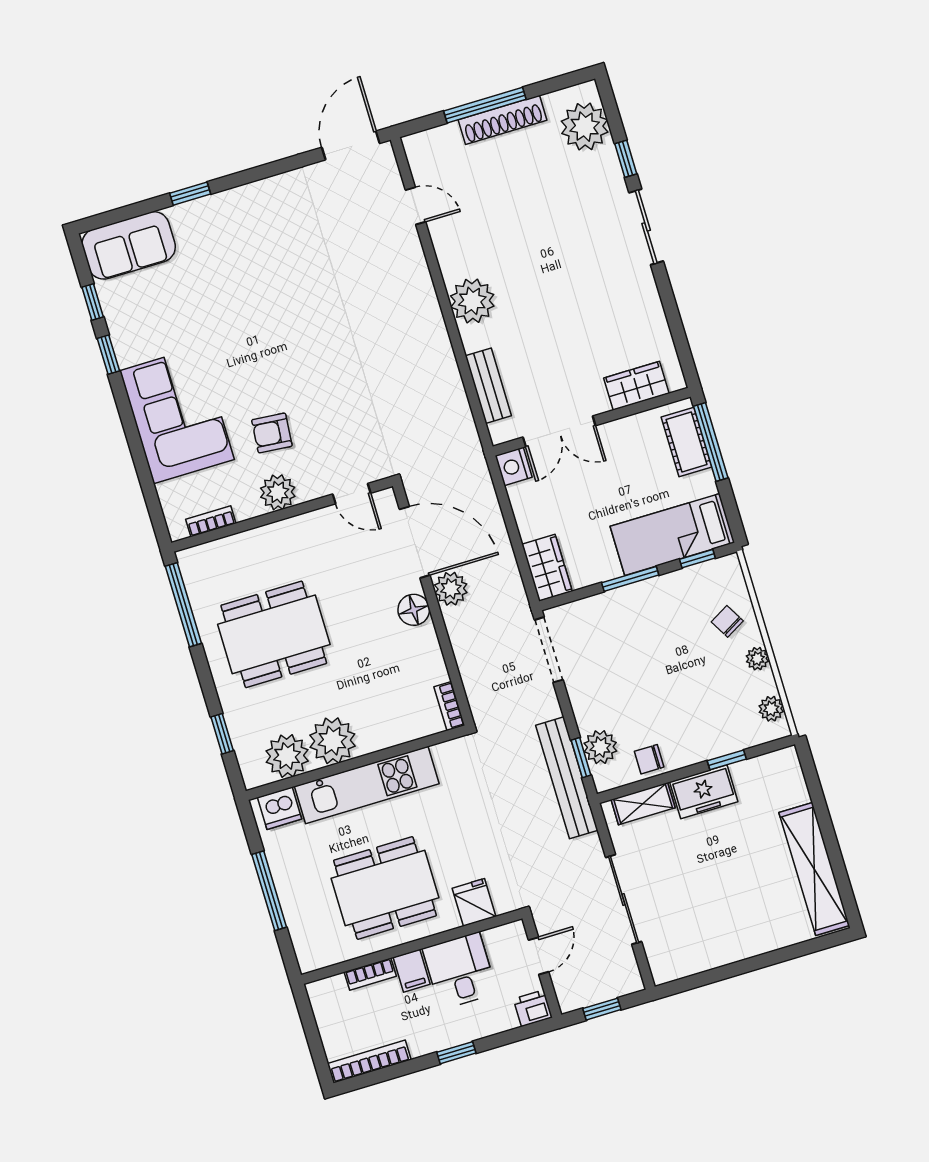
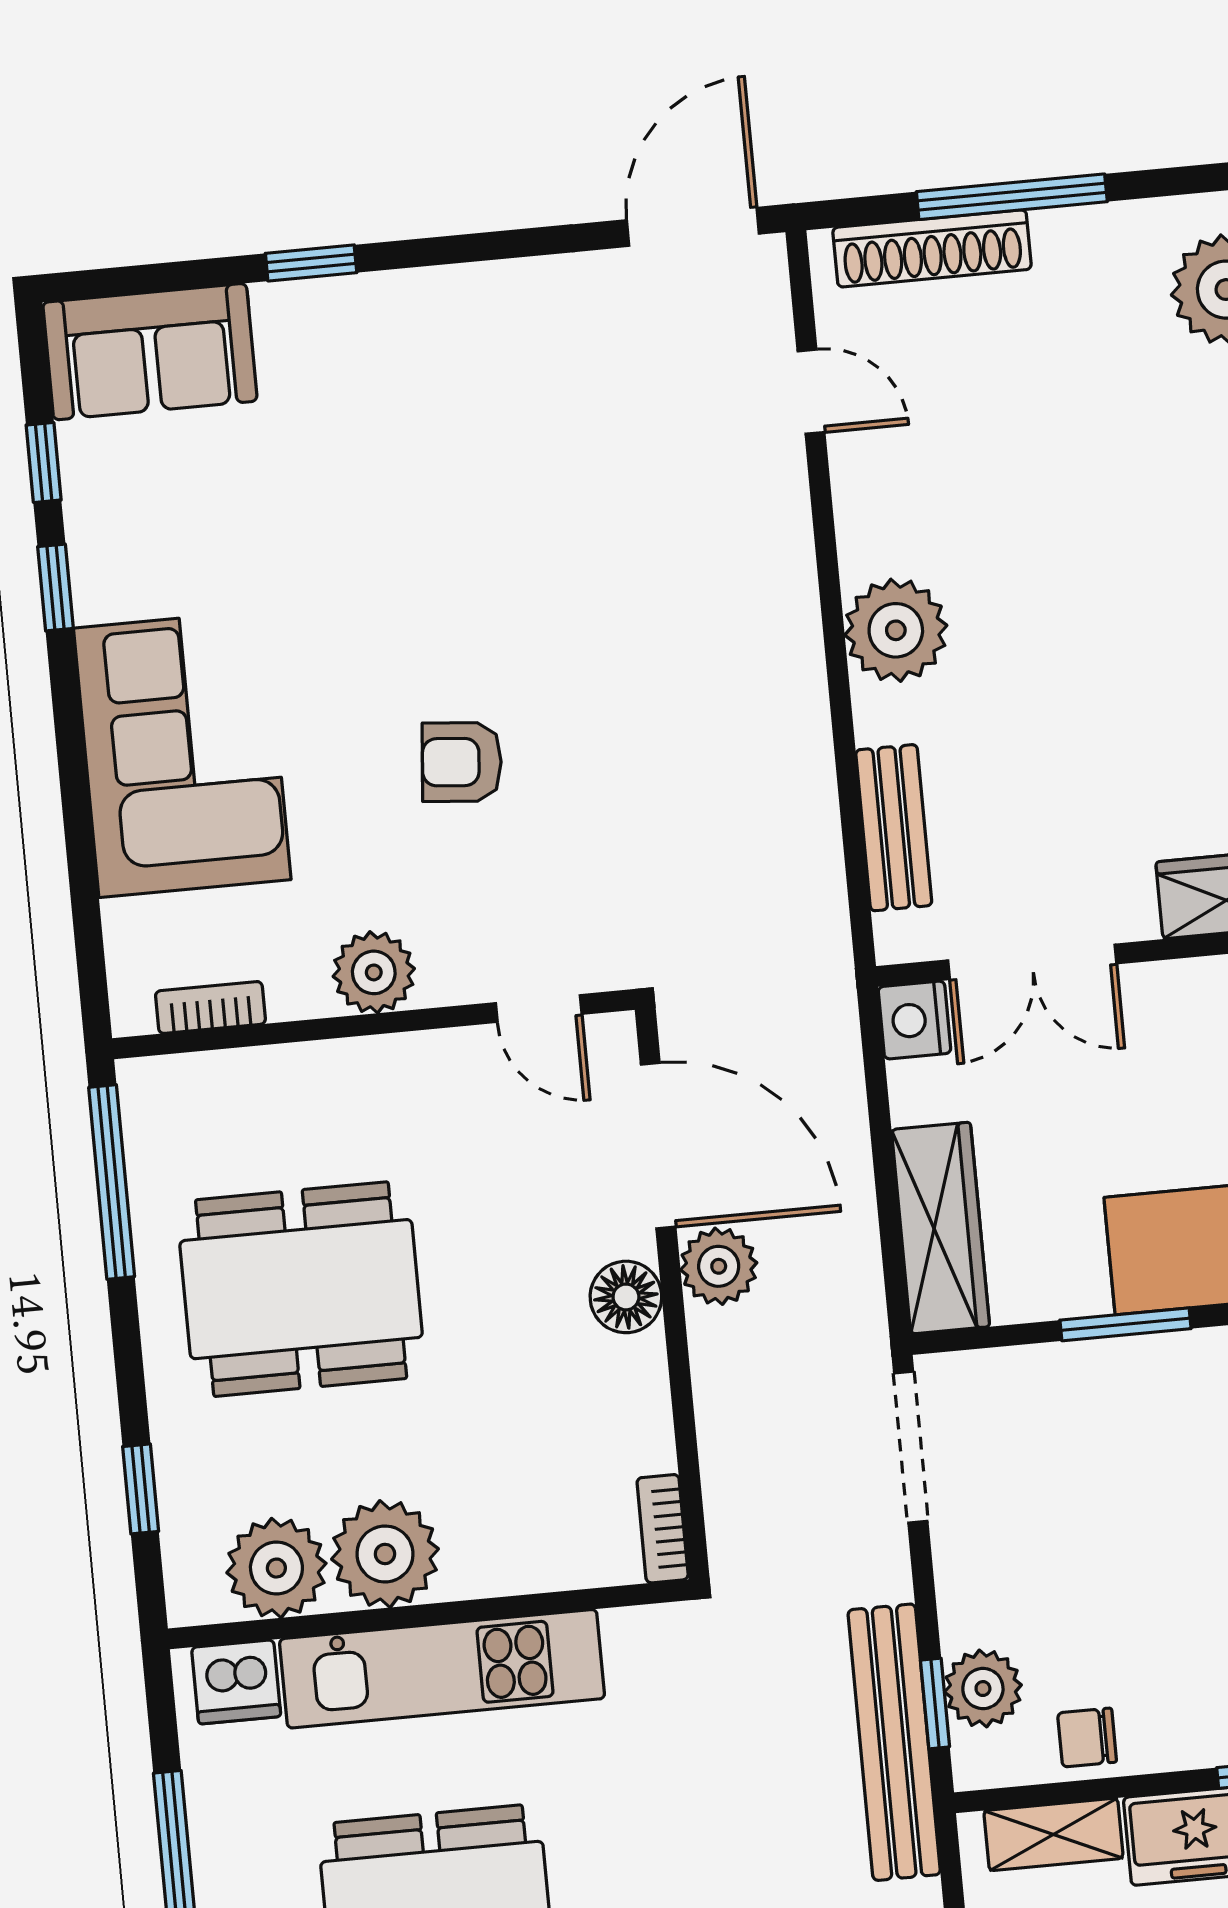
shoe rack: (503, 120) -> (932, 248), moved
armchair: (272, 433) -> (462, 762), moved
wardrobe: (547, 568) -> (940, 1228), width x1.50

